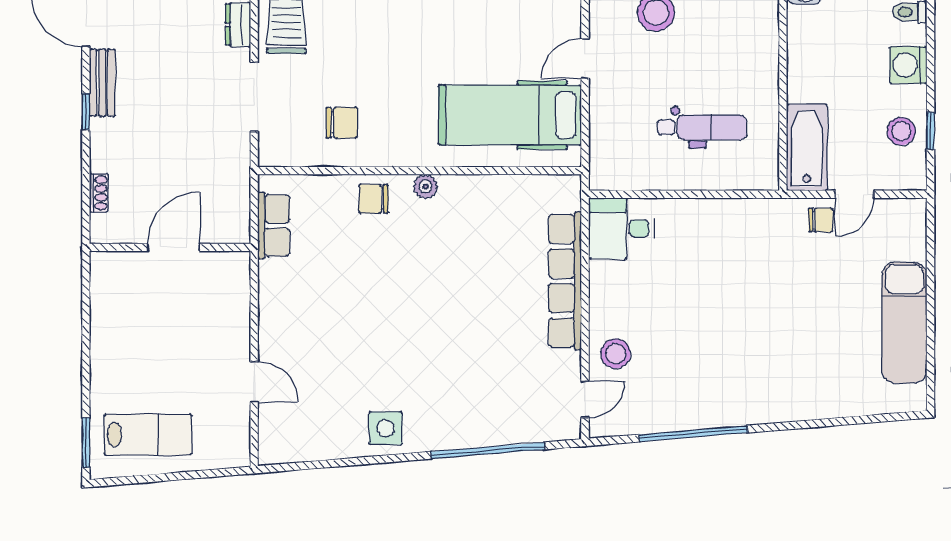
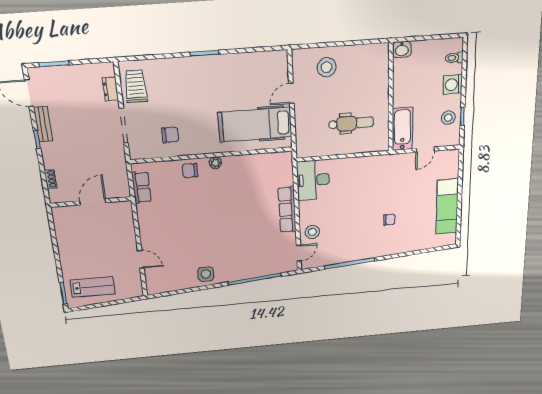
chair: (821, 220) -> (389, 220), moved
desk: (621, 228) -> (313, 180), width x1.37
row of seats: (565, 281) -> (287, 210), width x0.73

